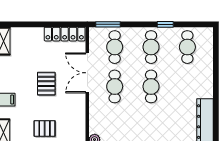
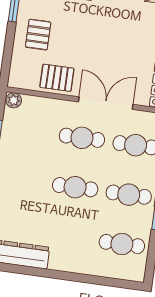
pallet: (46, 84) -> (57, 78), moved

